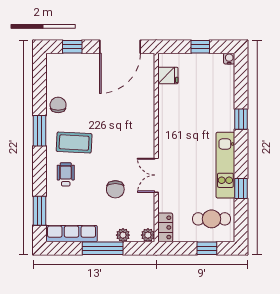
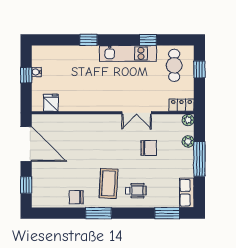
water cooler: (229, 59) -> (36, 72), moved
wheelchair: (66, 174) -> (136, 191), turned 180
row of seats: (72, 234) -> (187, 193), width x0.68

